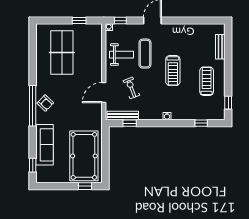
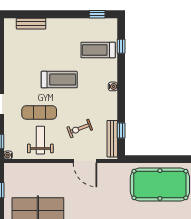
treadmill: (207, 81) -> (98, 50), moved

